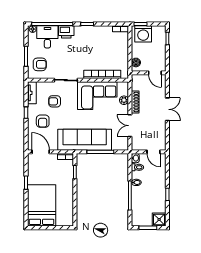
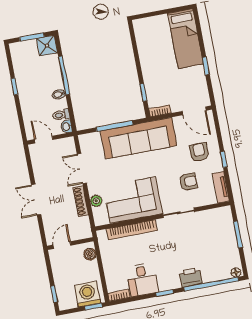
desk: (47, 37) -> (142, 280), moved
armchair: (40, 64) -> (218, 227), removed
door: (155, 73) -> (62, 245), hinge flipped
double door: (130, 126) -> (82, 168), swing flipped
bed: (42, 205) -> (185, 39), width x0.67
shower: (159, 219) -> (47, 46), moved

